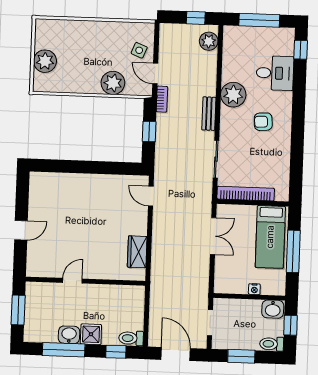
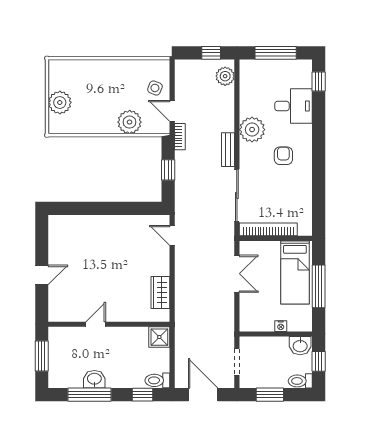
armchair: (263, 122) -> (283, 156), turned 94
sliding door: (216, 159) -> (237, 196), width x1.37
shower: (91, 334) -> (159, 337), moved

